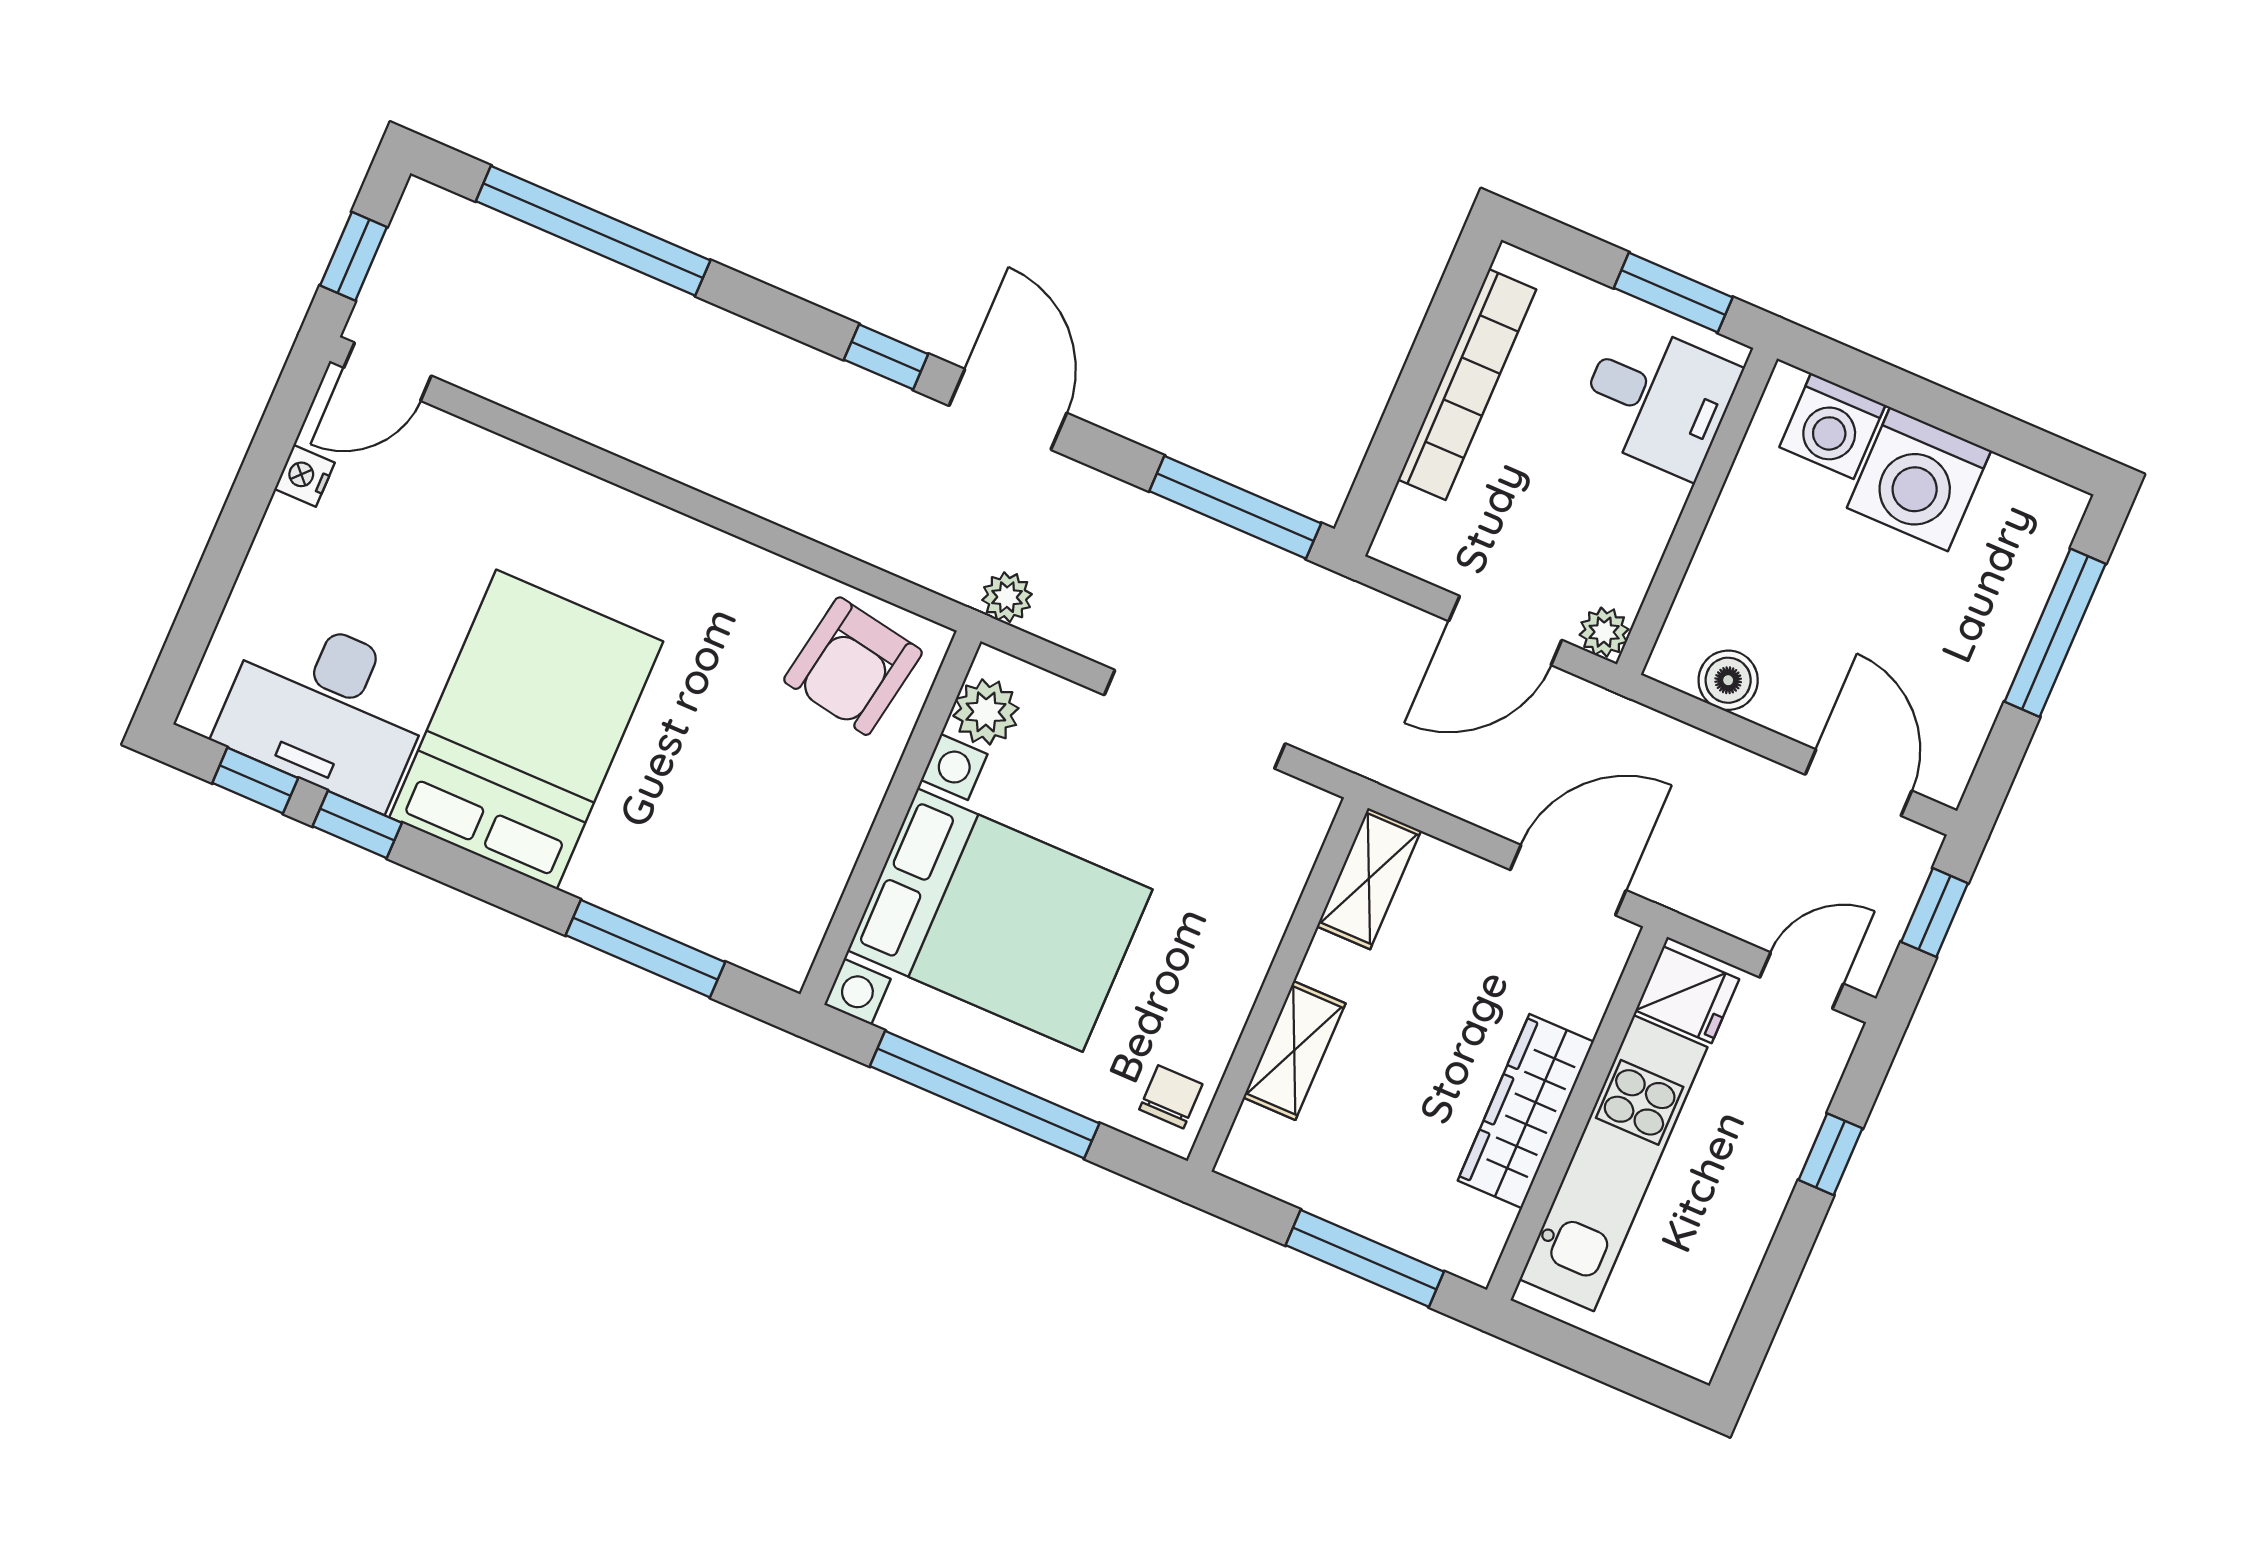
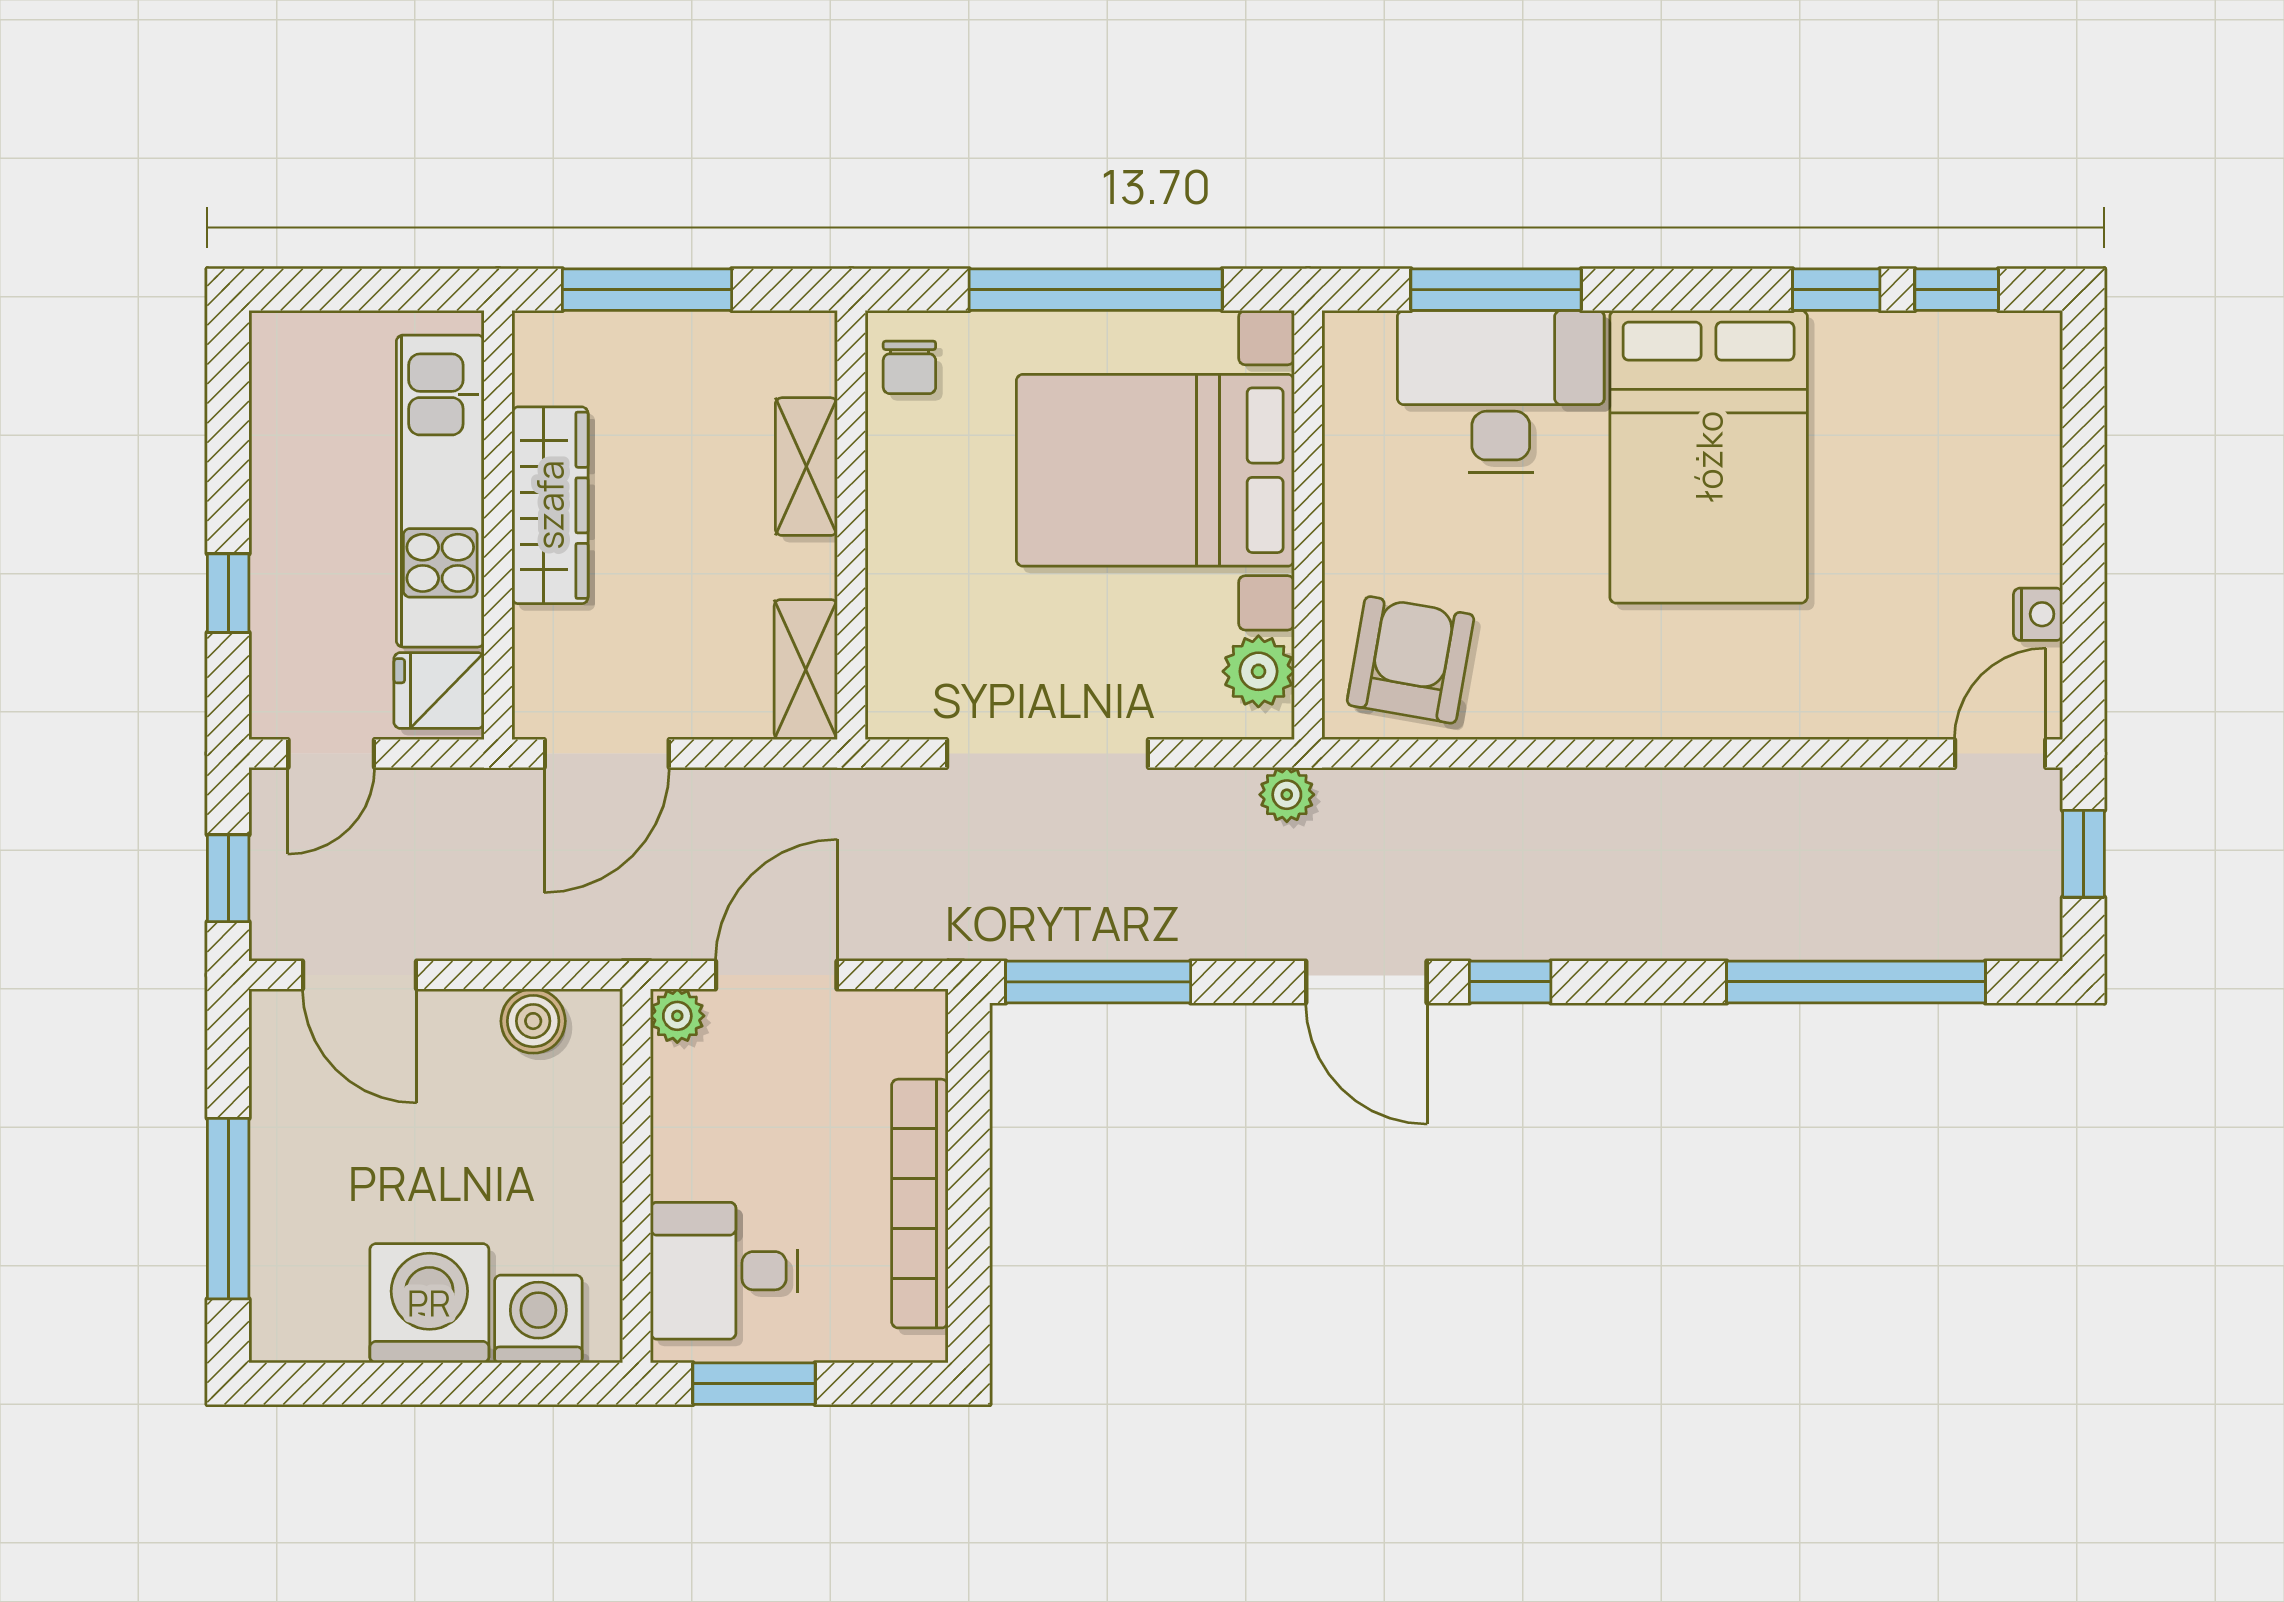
desk: (327, 709) -> (1501, 392), moved

